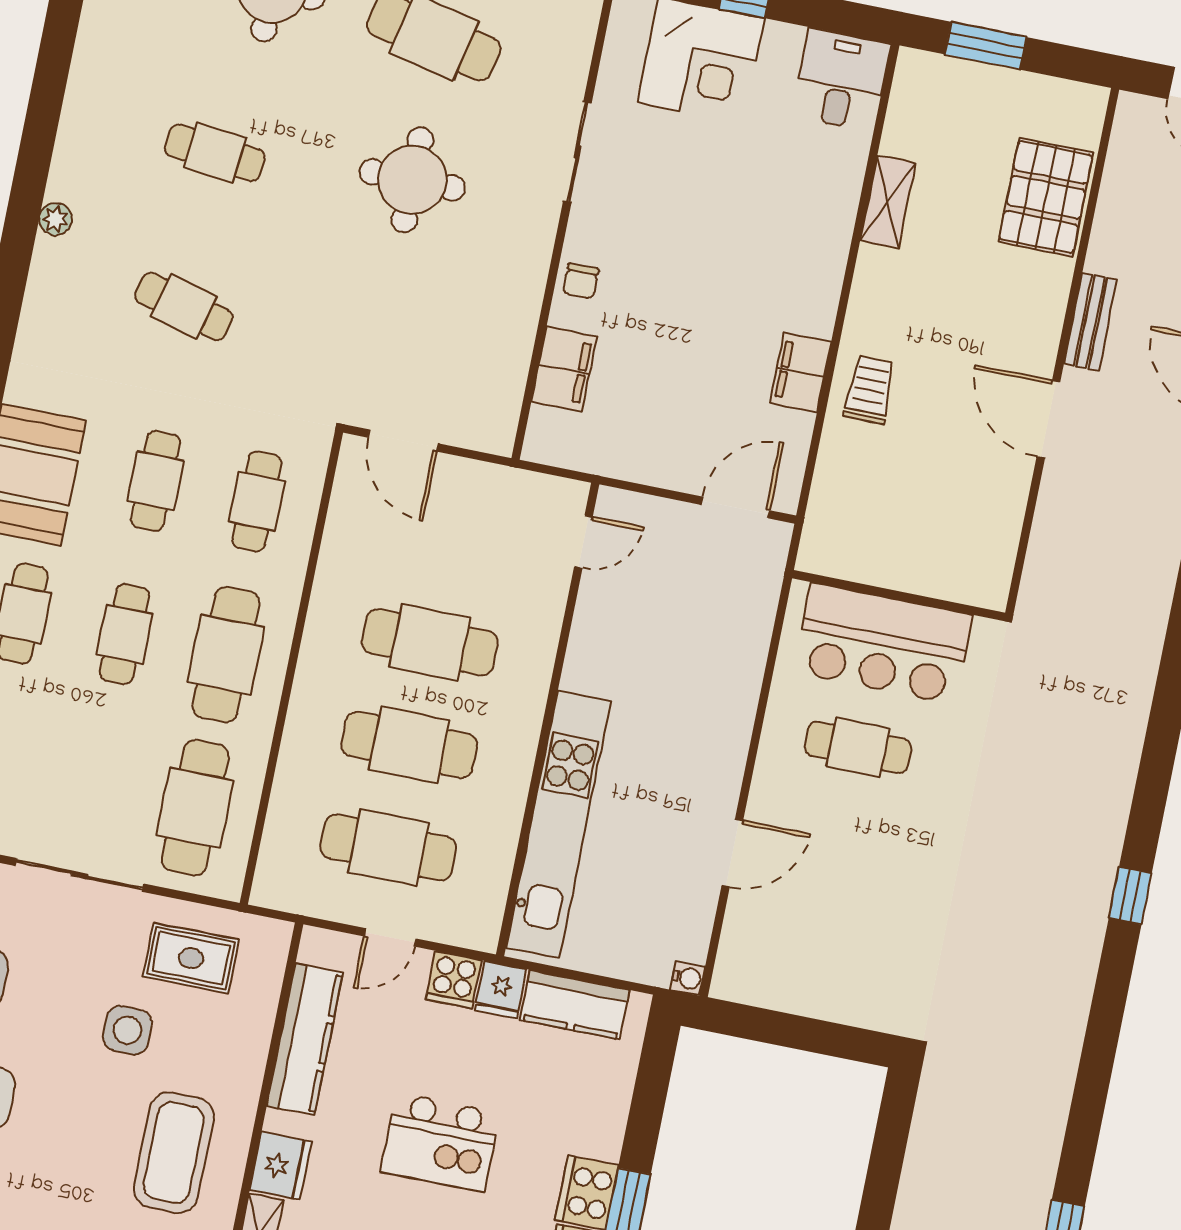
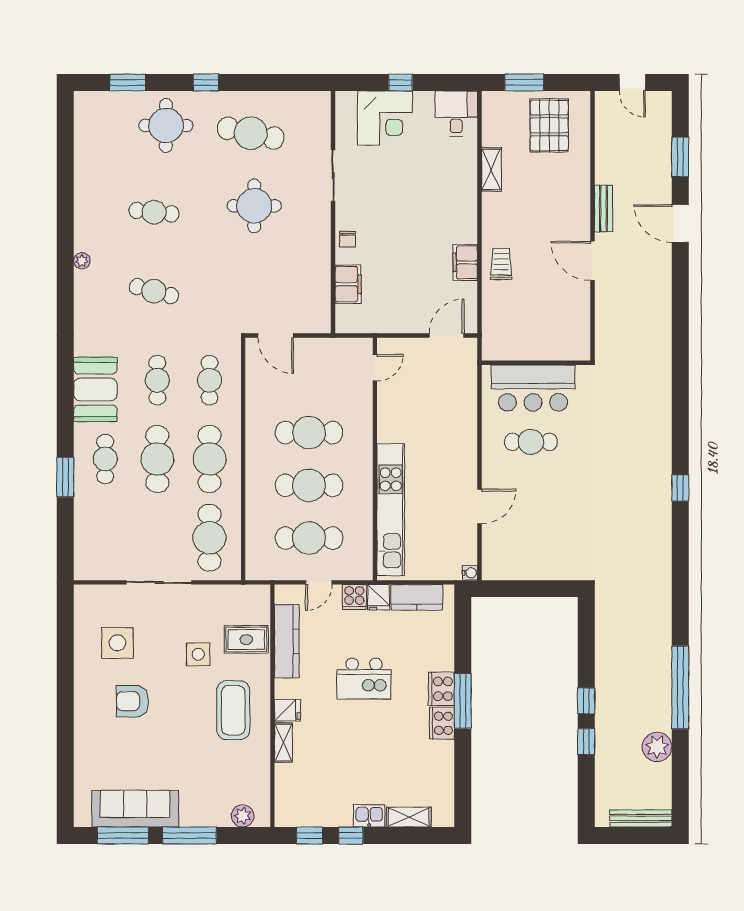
pallet: (1046, 197) -> (549, 125), moved
cafe table: (125, 634) -> (157, 459), width x1.37, depth x1.35
rug: (191, 958) -> (246, 640), moved
fridge: (281, 1166) -> (287, 710), width x0.72

